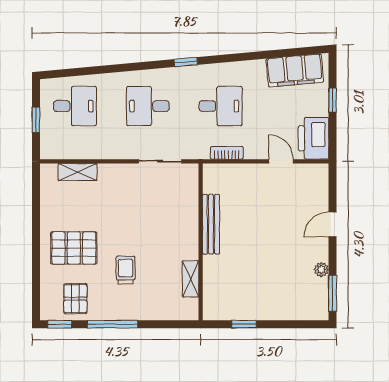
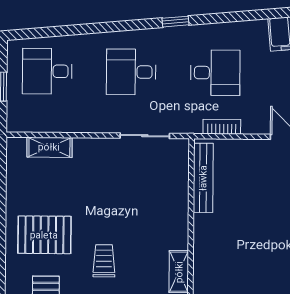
desk: (75, 106) -> (47, 71), turned 180
bench: (211, 224) -> (203, 178), moved

